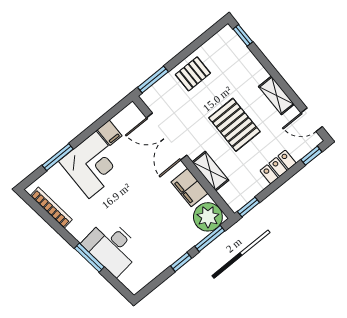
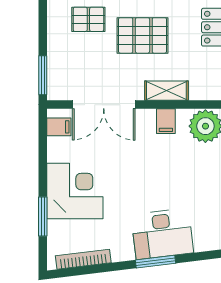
pallet: (193, 74) -> (88, 19), moved, turned 90
filing cabinet: (110, 133) -> (59, 127), moved
filing cabinet: (190, 188) -> (166, 121), width x0.50

